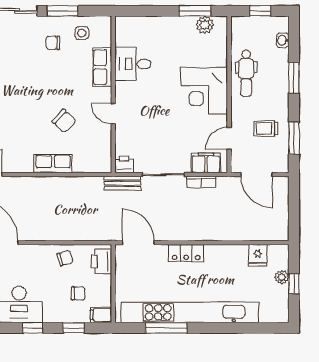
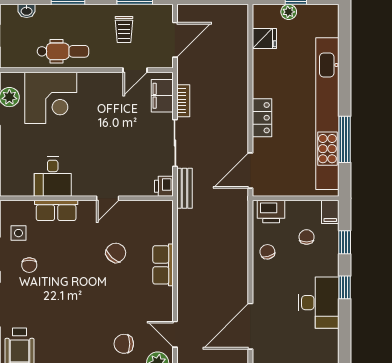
corner desk: (204, 91) -> (51, 98), moved
door: (229, 138) -> (135, 70), hinge flipped

